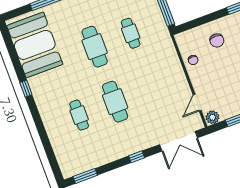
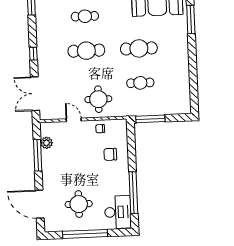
round table: (162, 72) -> (98, 99), added
door: (197, 103) -> (74, 120), moved
plant: (213, 117) -> (47, 143), moved

